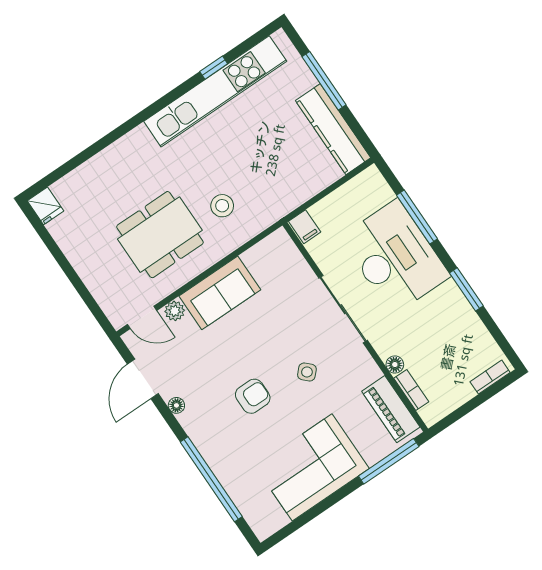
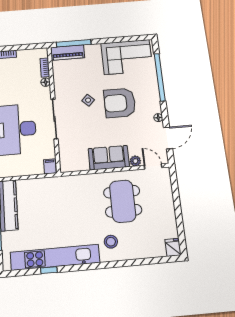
stool: (222, 206) -> (111, 242), moved
dining table: (160, 235) -> (123, 201), turned 90
armchair: (253, 396) -> (120, 103), width x1.88, depth x1.88
piano: (391, 409) -> (68, 53), moved, turned 90
corner sofa: (312, 467) -> (127, 57), moved

